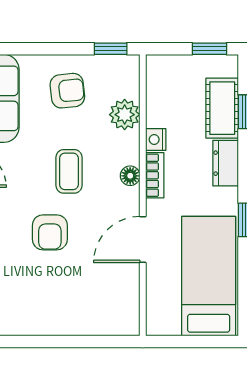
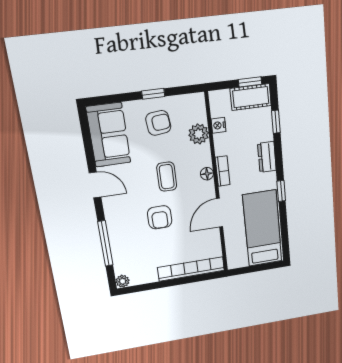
window: (111, 49) -> (153, 94), moved
cot: (222, 108) -> (251, 97), moved, turned 90
nightstand: (156, 139) -> (219, 125), moved
bookcase: (88, 324) -> (191, 269), added

